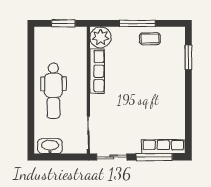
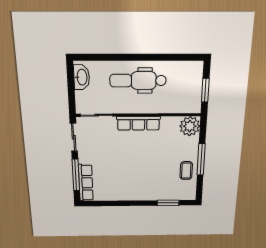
row of seats: (97, 71) -> (138, 123), moved

